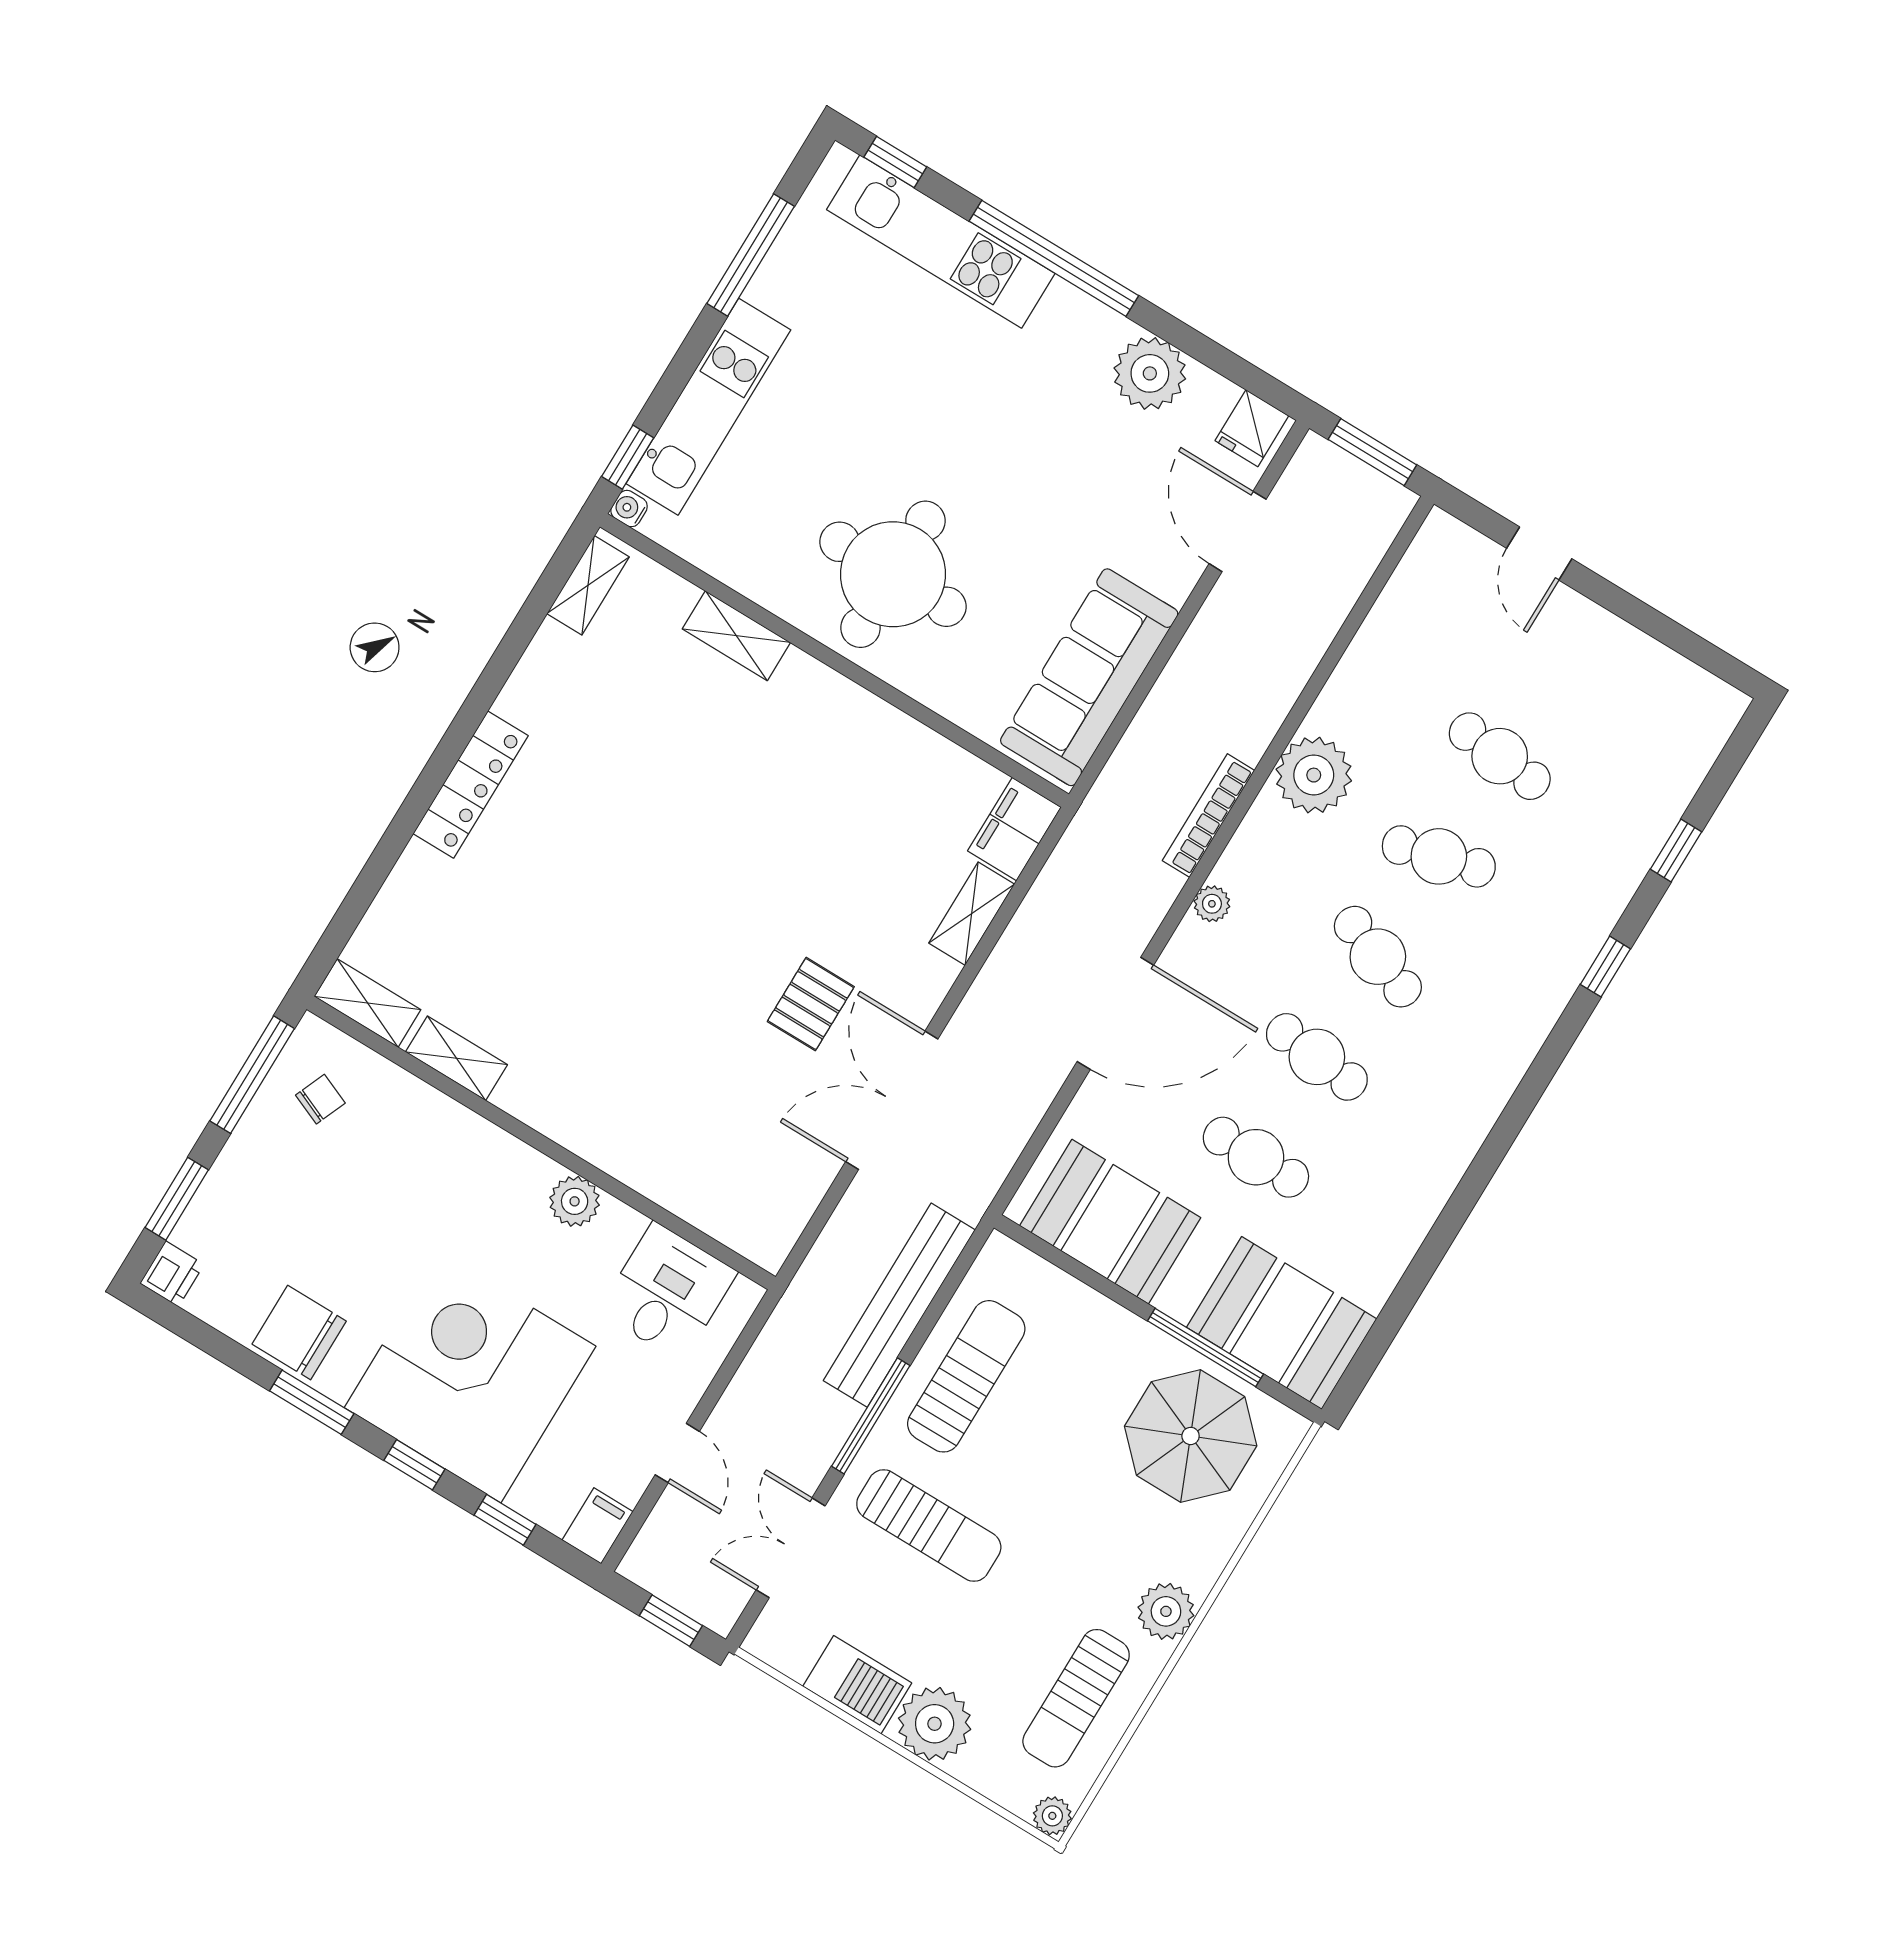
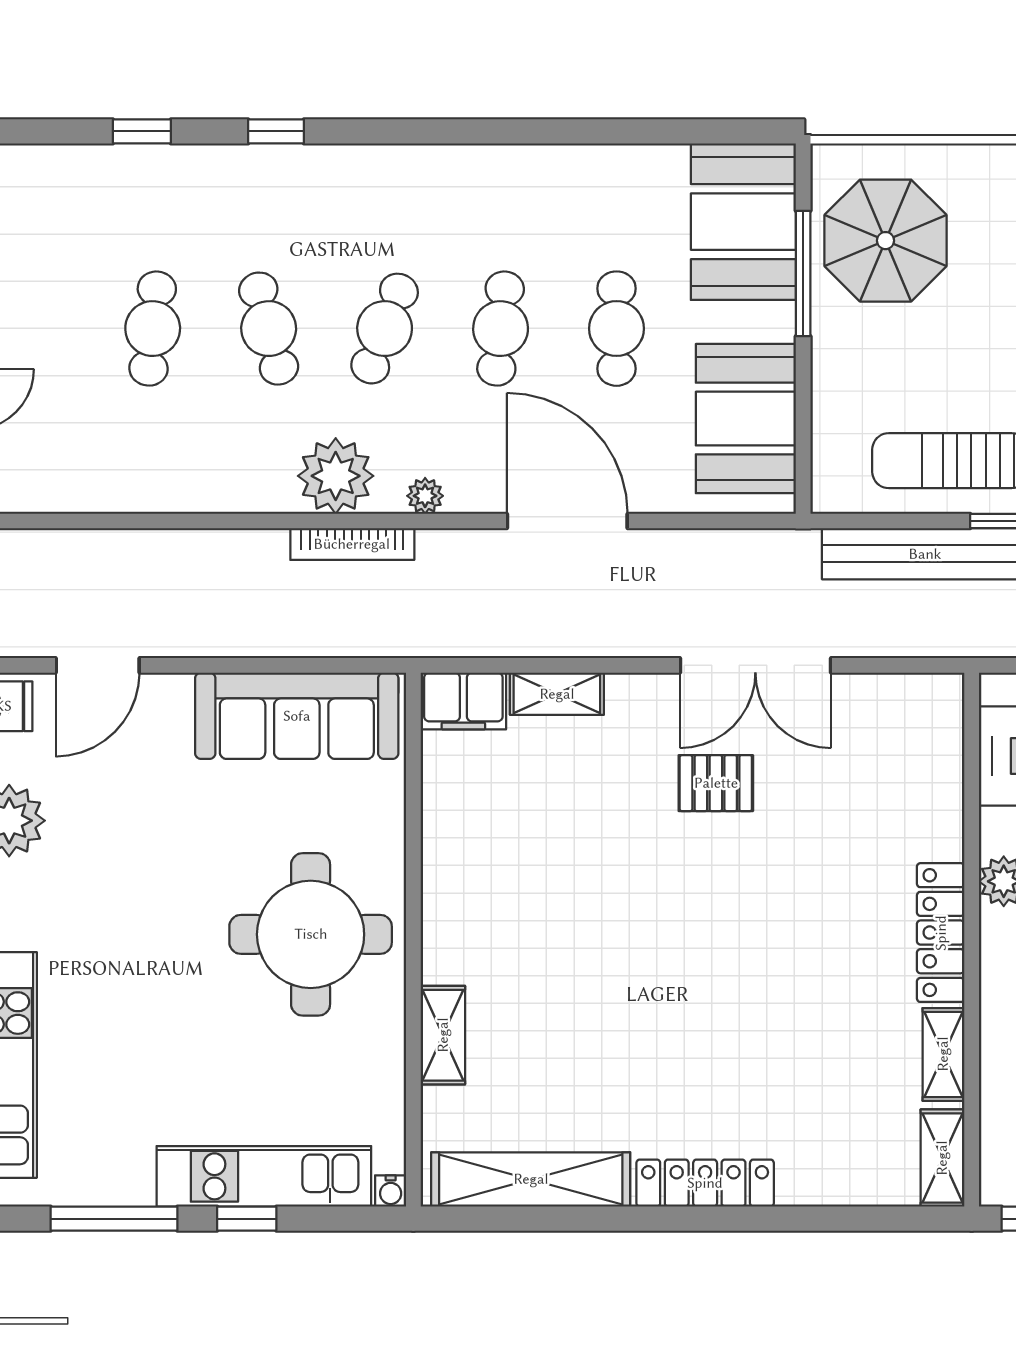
window: (628, 457) -> (247, 1219), moved
shelving: (588, 585) -> (531, 1179), width x2.20, depth x1.33
plant: (1314, 775) -> (336, 476), moved
locker: (563, 1120) -> (941, 933), added

